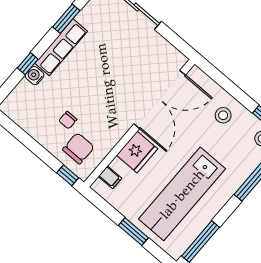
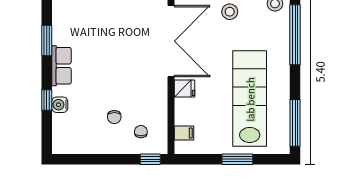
row of seats: (61, 47) -> (61, 66), width x0.68
chair: (78, 148) -> (141, 132), width x0.54, depth x0.54
fridge: (137, 152) -> (185, 88), width x0.53, depth x0.75
lab bench: (182, 194) -> (250, 99), turned 180

